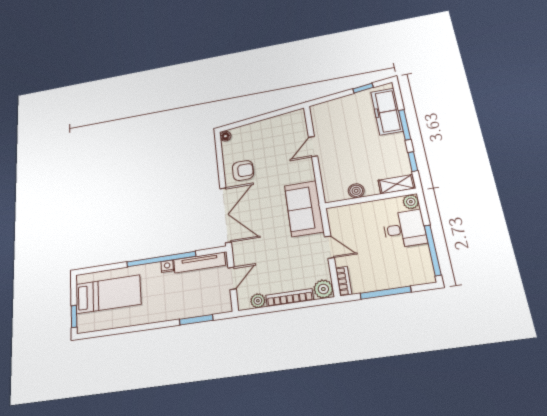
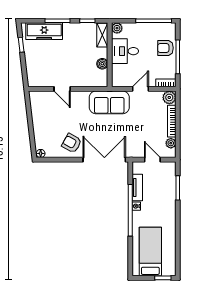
armchair: (243, 171) -> (72, 143), turned -61
desk: (404, 229) -> (125, 51), moved, turned -90
tv unit: (200, 263) -> (137, 187), width x0.71
armchair: (395, 273) -> (165, 48), added

